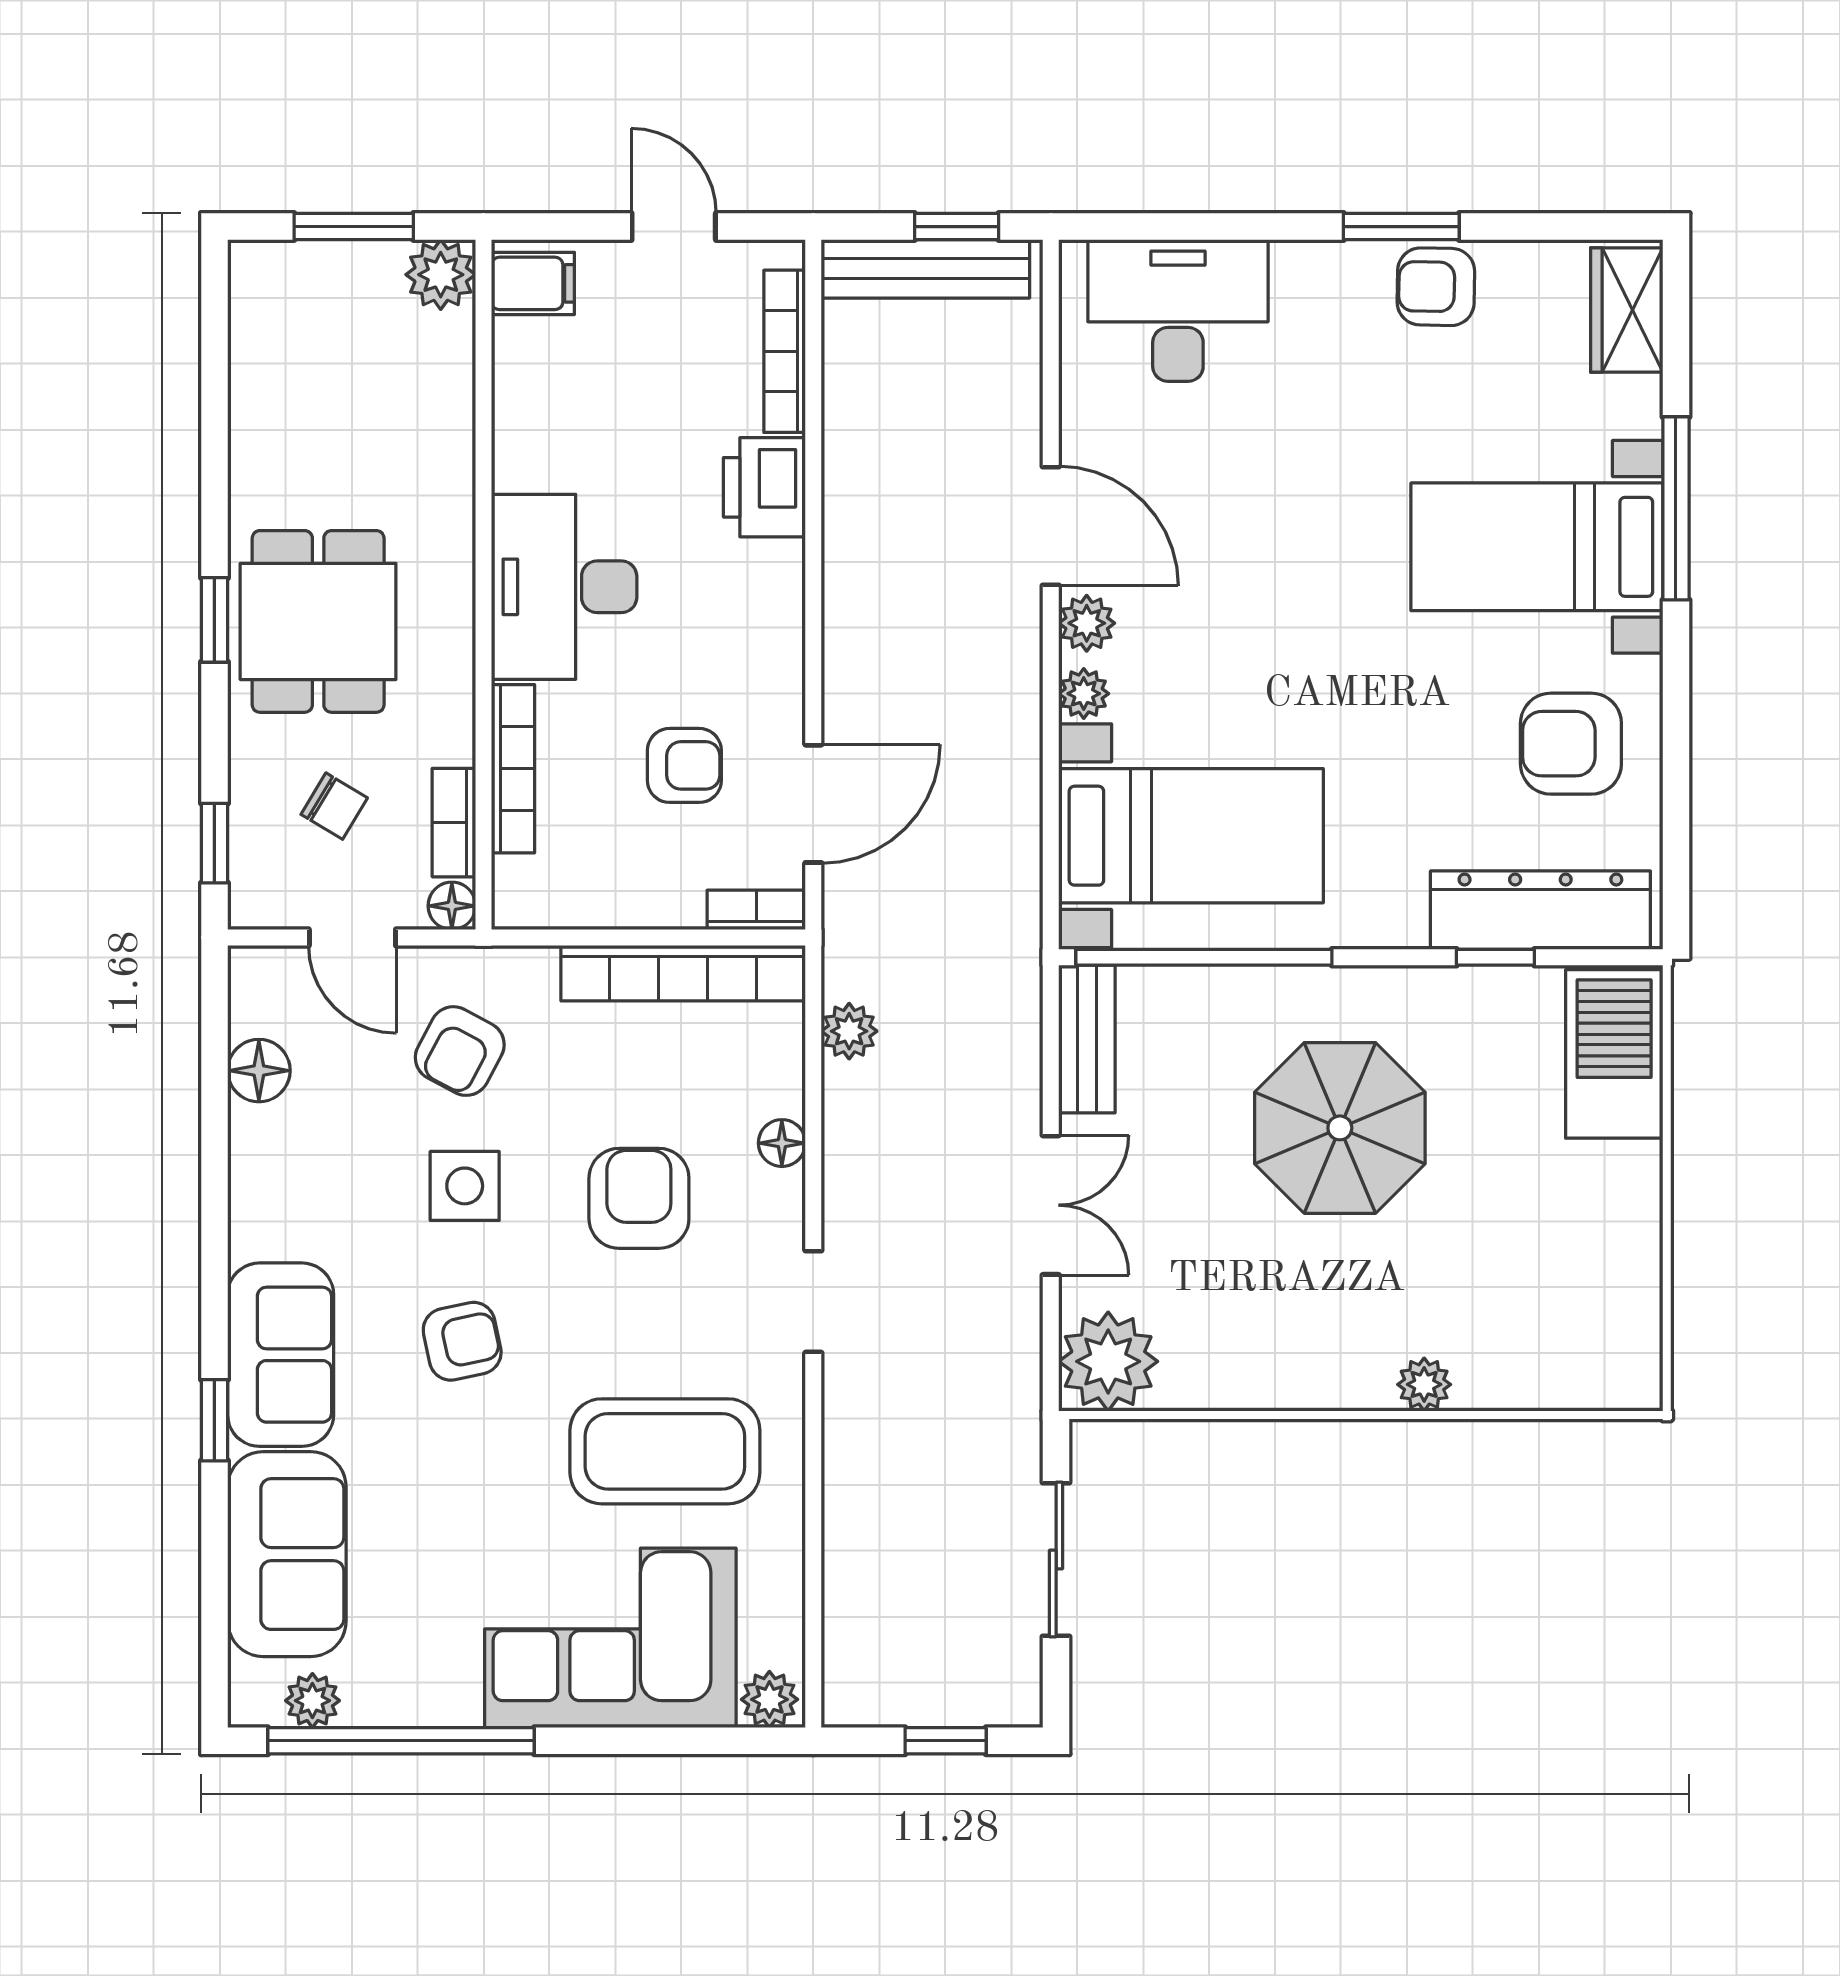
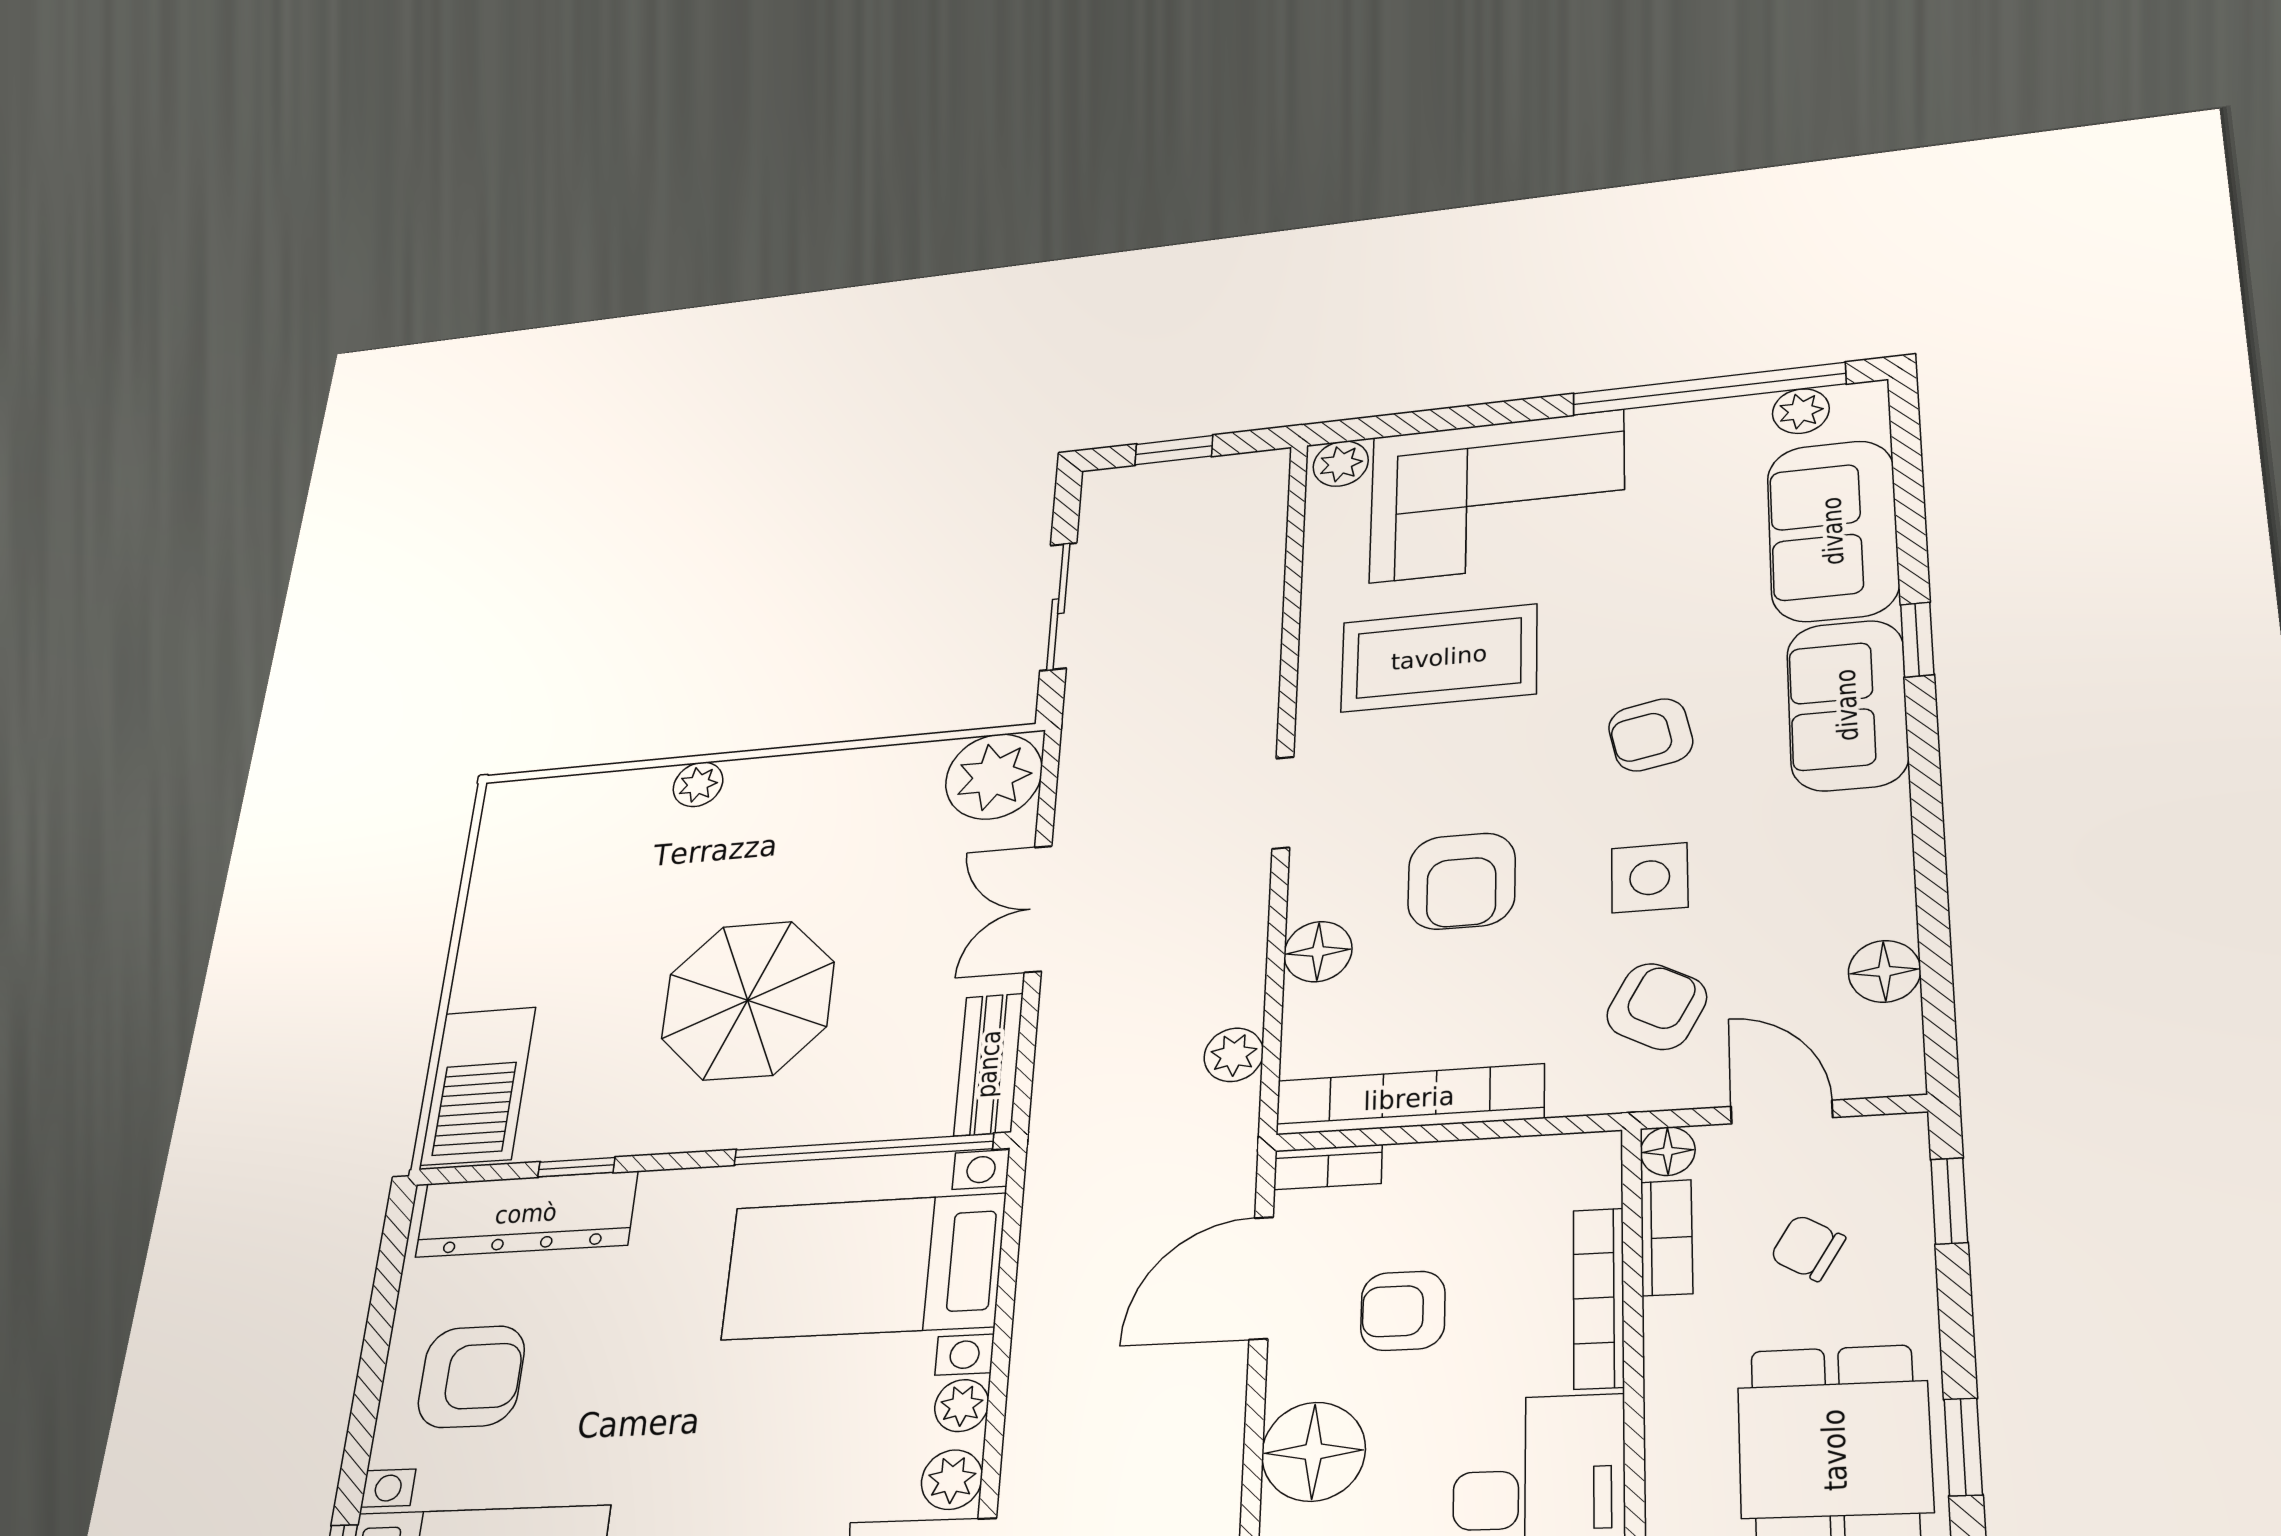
floor lamp: (760, 637) -> (1313, 1452), added
floor lamp: (782, 1143) -> (1318, 952), width x1.37, depth x1.37

